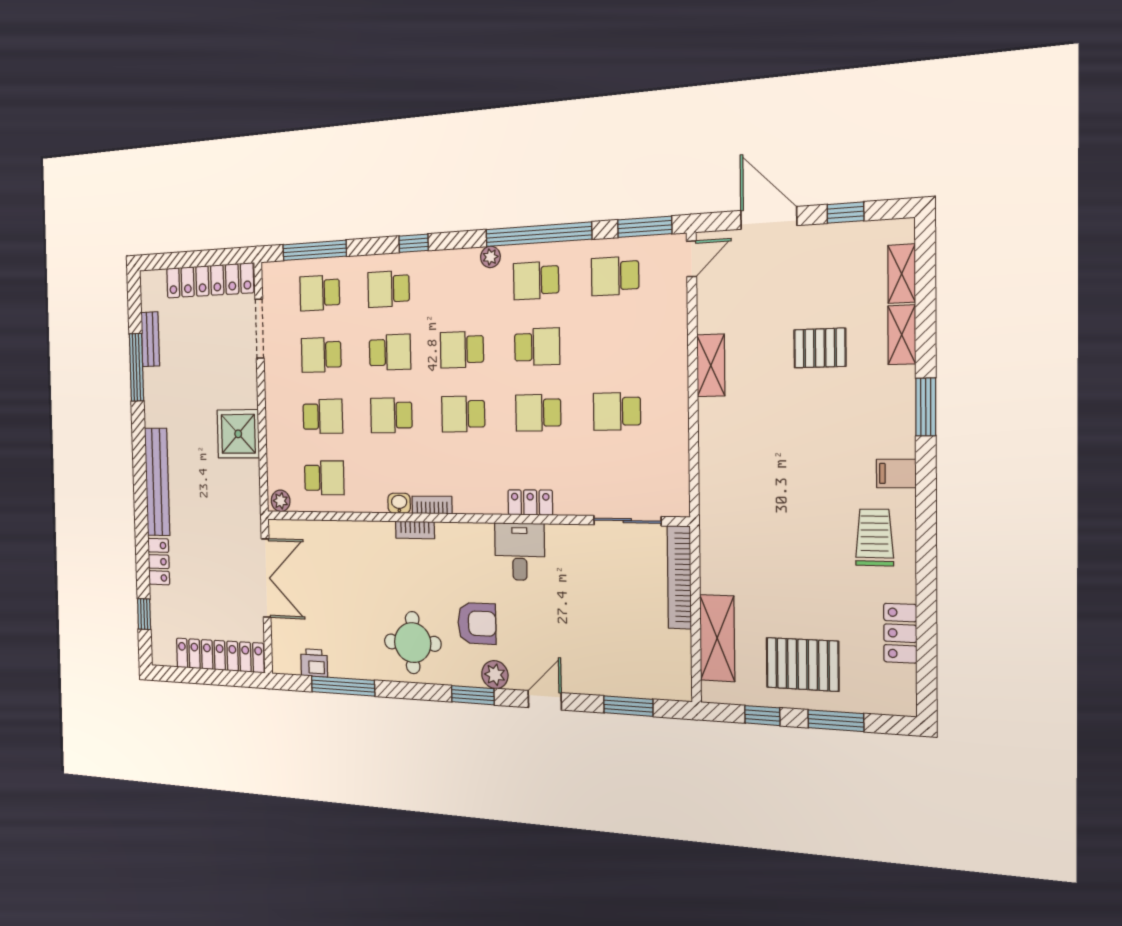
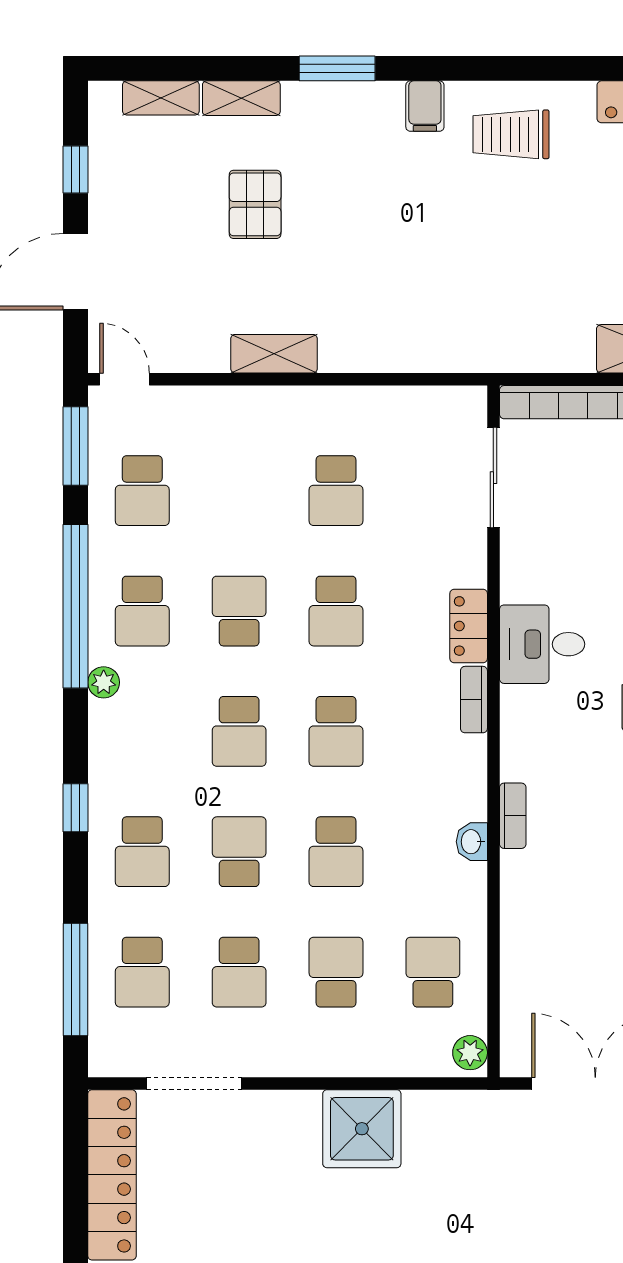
bookcase: (432, 505) -> (474, 700), moved

